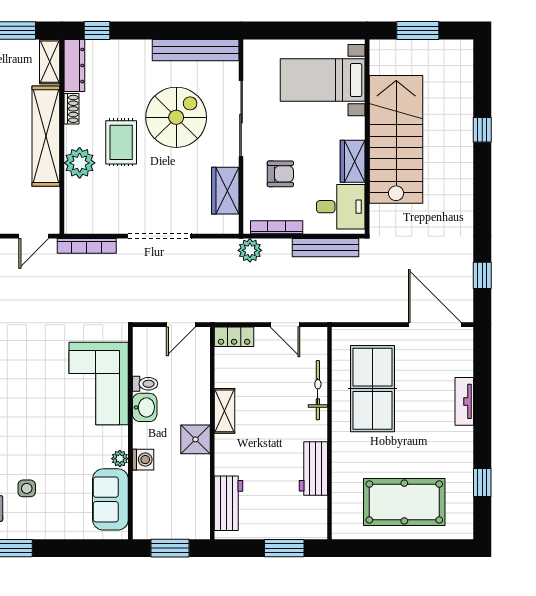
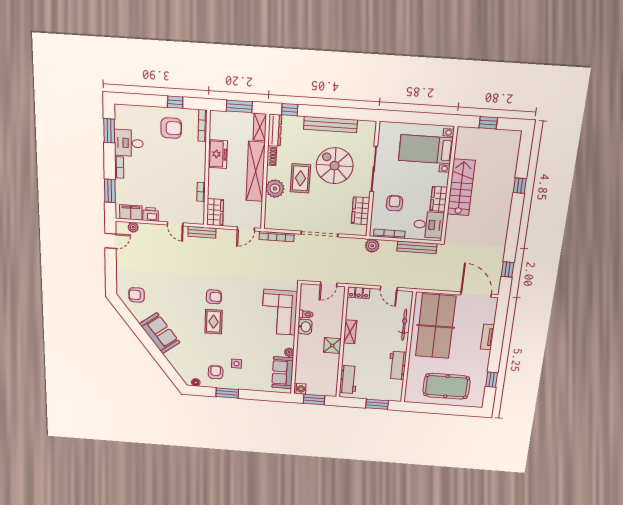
window: (418, 30) -> (488, 123), width x0.67
bench: (196, 50) -> (330, 125), moved
spiral stairs: (176, 117) -> (335, 166), turned -90
stairs: (396, 139) -> (461, 187), width x0.73, depth x0.66
armchair: (280, 174) -> (394, 203), turned -90
table tennis table: (373, 389) -> (436, 326), width x1.36, depth x1.32
washing machine: (143, 460) -> (300, 389), moved

